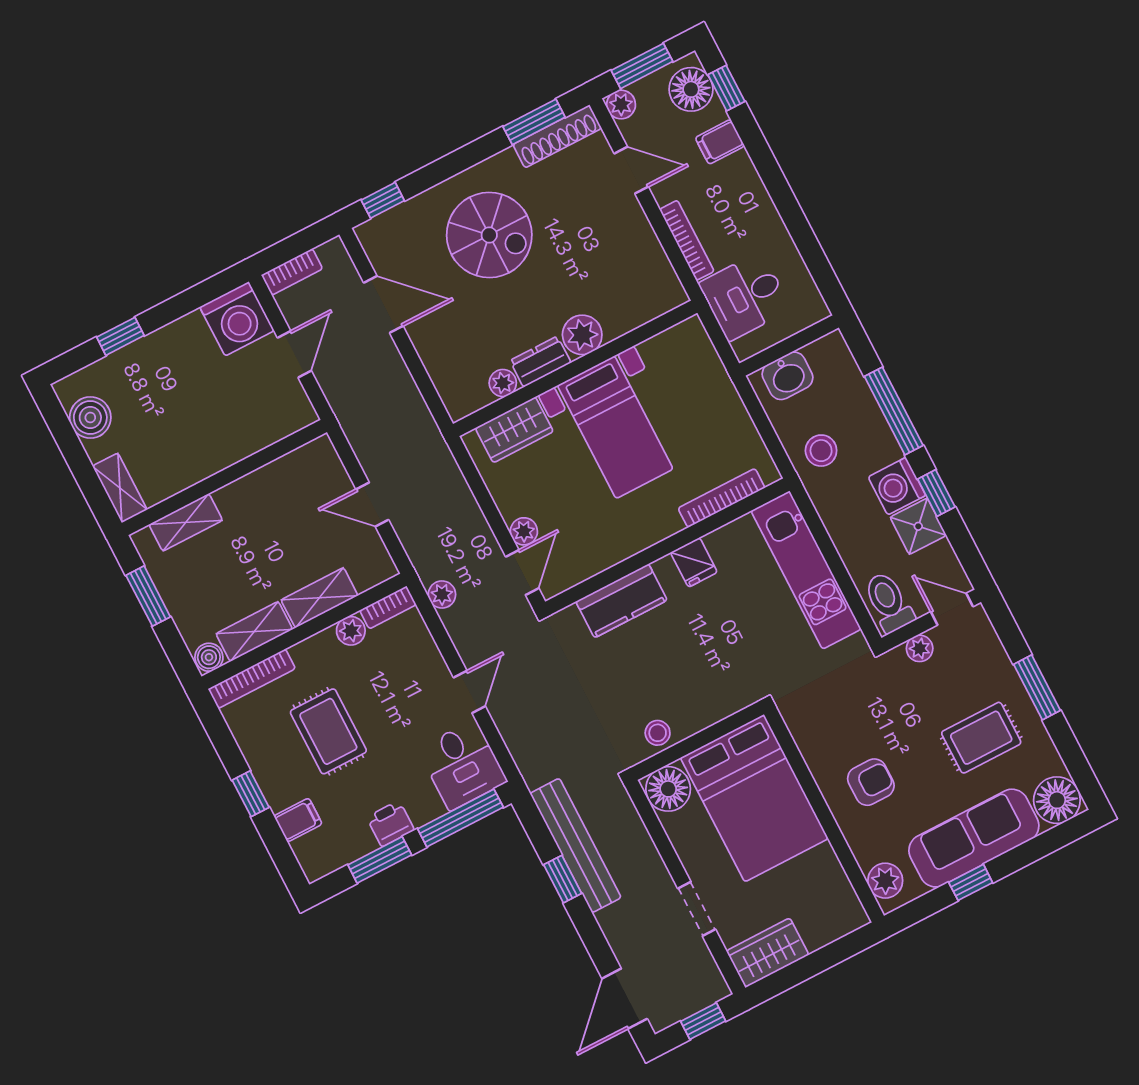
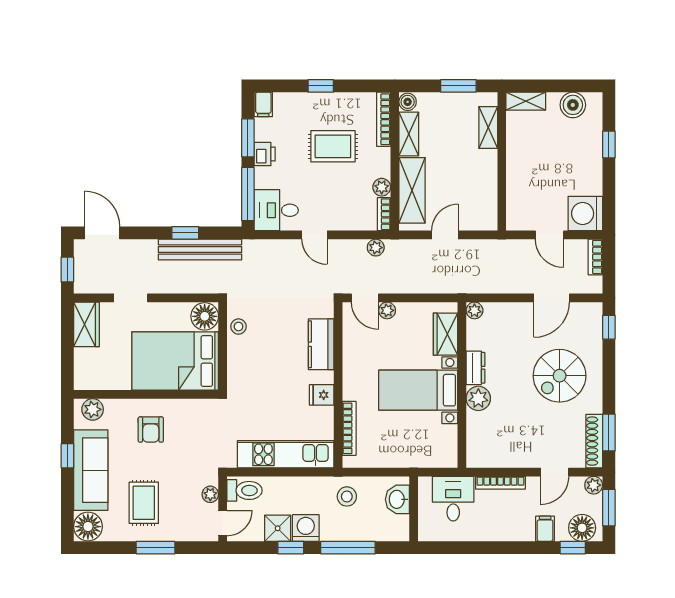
plant: (503, 383) -> (474, 310), moved
shelving: (319, 598) -> (412, 190), width x1.50, depth x1.33
filing cabinet: (298, 820) -> (263, 104), moved

